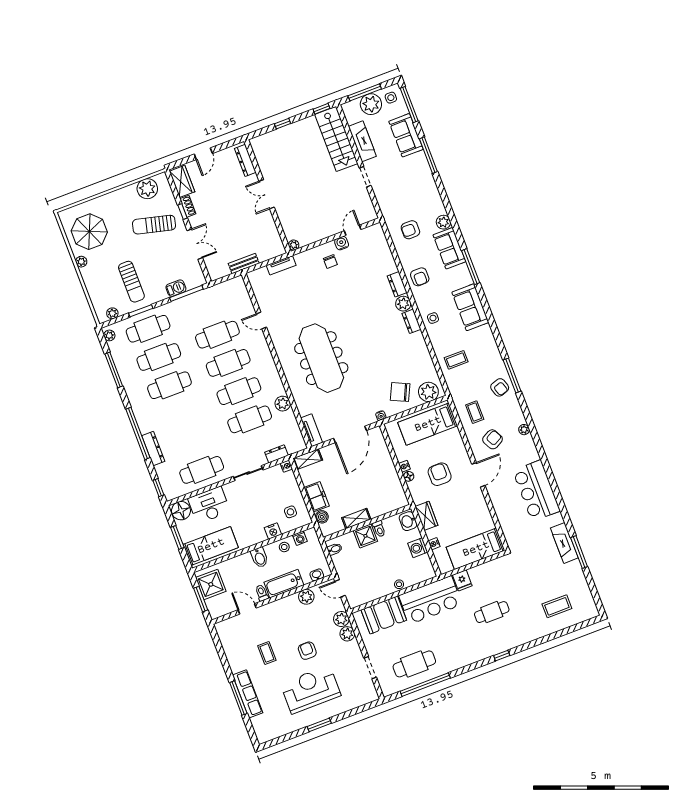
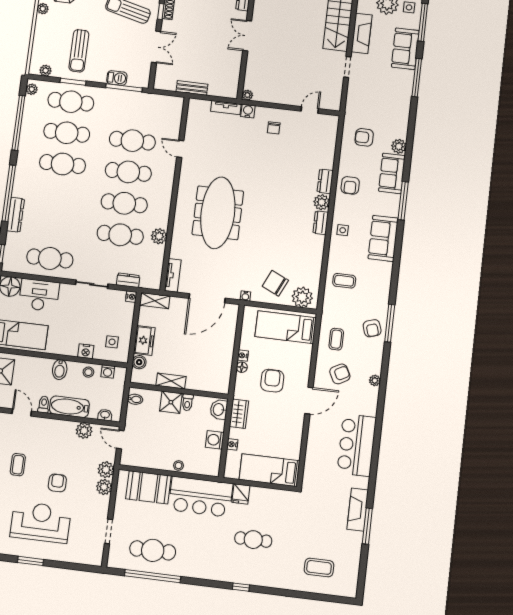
water cooler: (342, 243) -> (248, 111), moved
window: (114, 370) -> (18, 123), width x1.46

